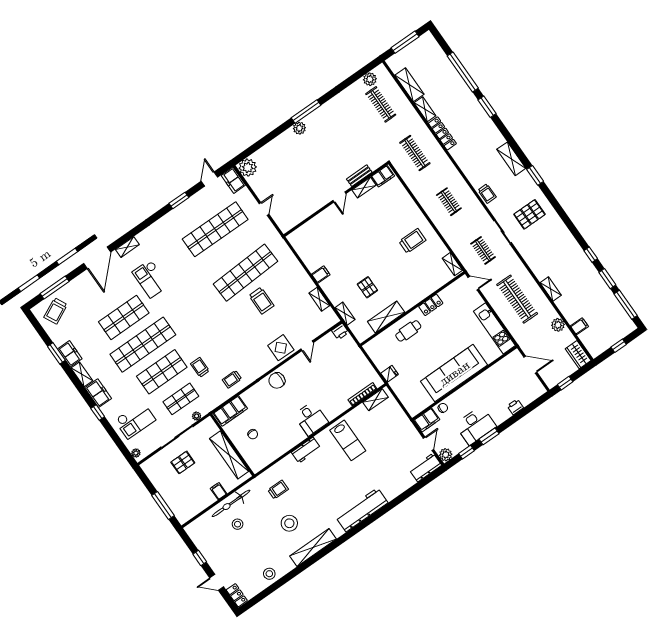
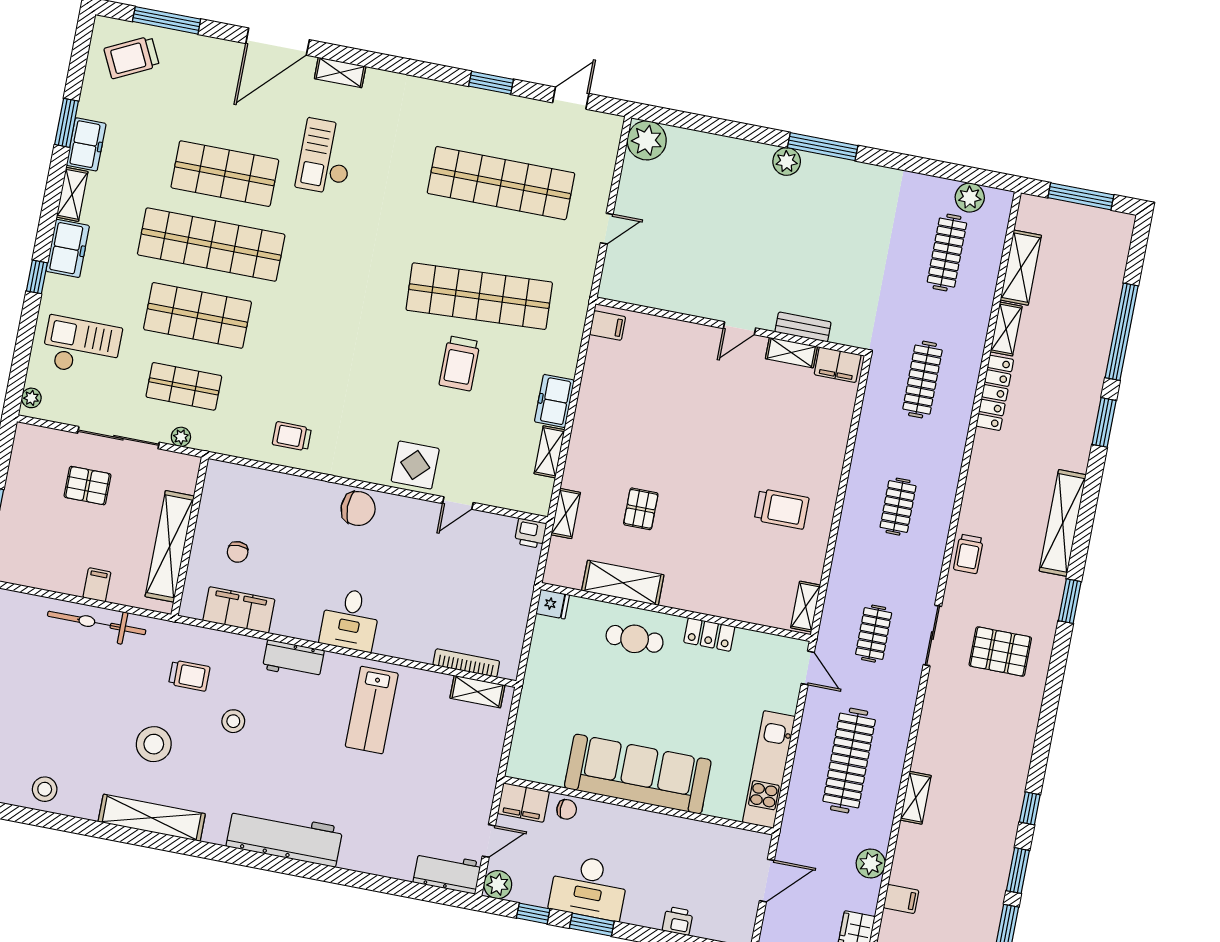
shelving: (511, 159) -> (1063, 523), width x1.47
freezer: (233, 180) -> (554, 401), moved
filing cabinet: (321, 275) -> (608, 326), moved
door: (530, 365) -> (767, 881), hinge flipped
trolley: (200, 367) -> (262, 368), removed
fridge: (390, 374) -> (553, 604), moved
chair: (277, 381) -> (358, 509), turned 180
filing cabinet: (230, 411) -> (239, 610), moved, turned 180
checkout: (135, 420) -> (82, 347), turned 180
stool: (238, 524) -> (233, 721), moved

